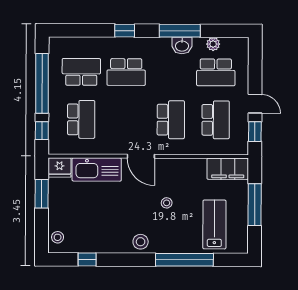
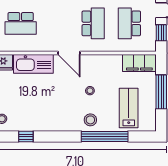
school desk: (81, 119) -> (21, 23), turned 90
school desk: (216, 120) -> (129, 23), turned 180
stool: (141, 242) -> (90, 120), moved

